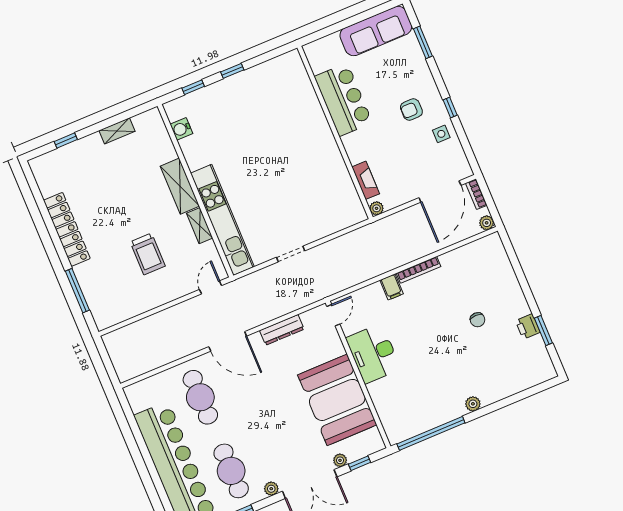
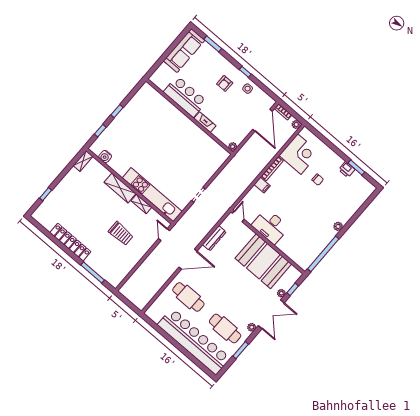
shelving: (117, 131) -> (83, 161), moved
fireplace: (366, 180) -> (205, 122), moved
corner desk: (469, 269) -> (299, 154), added

